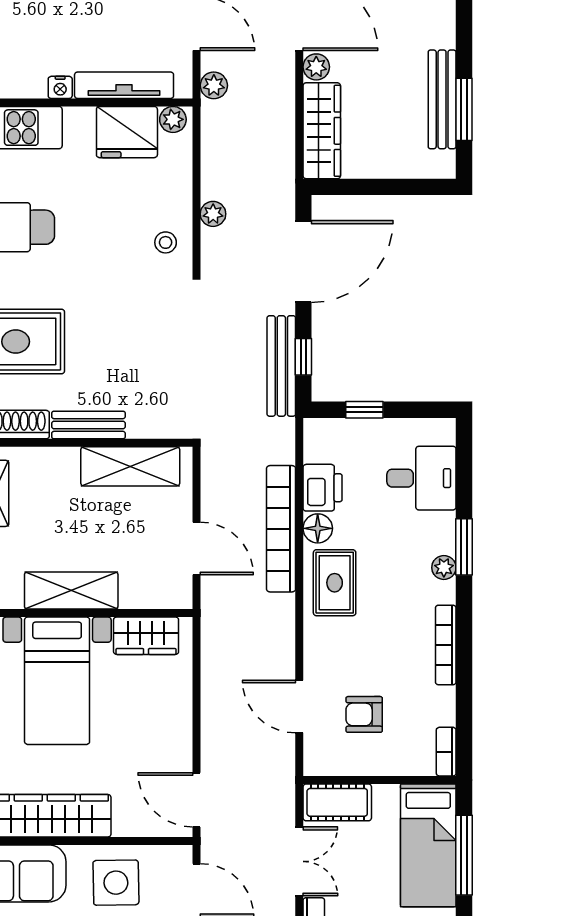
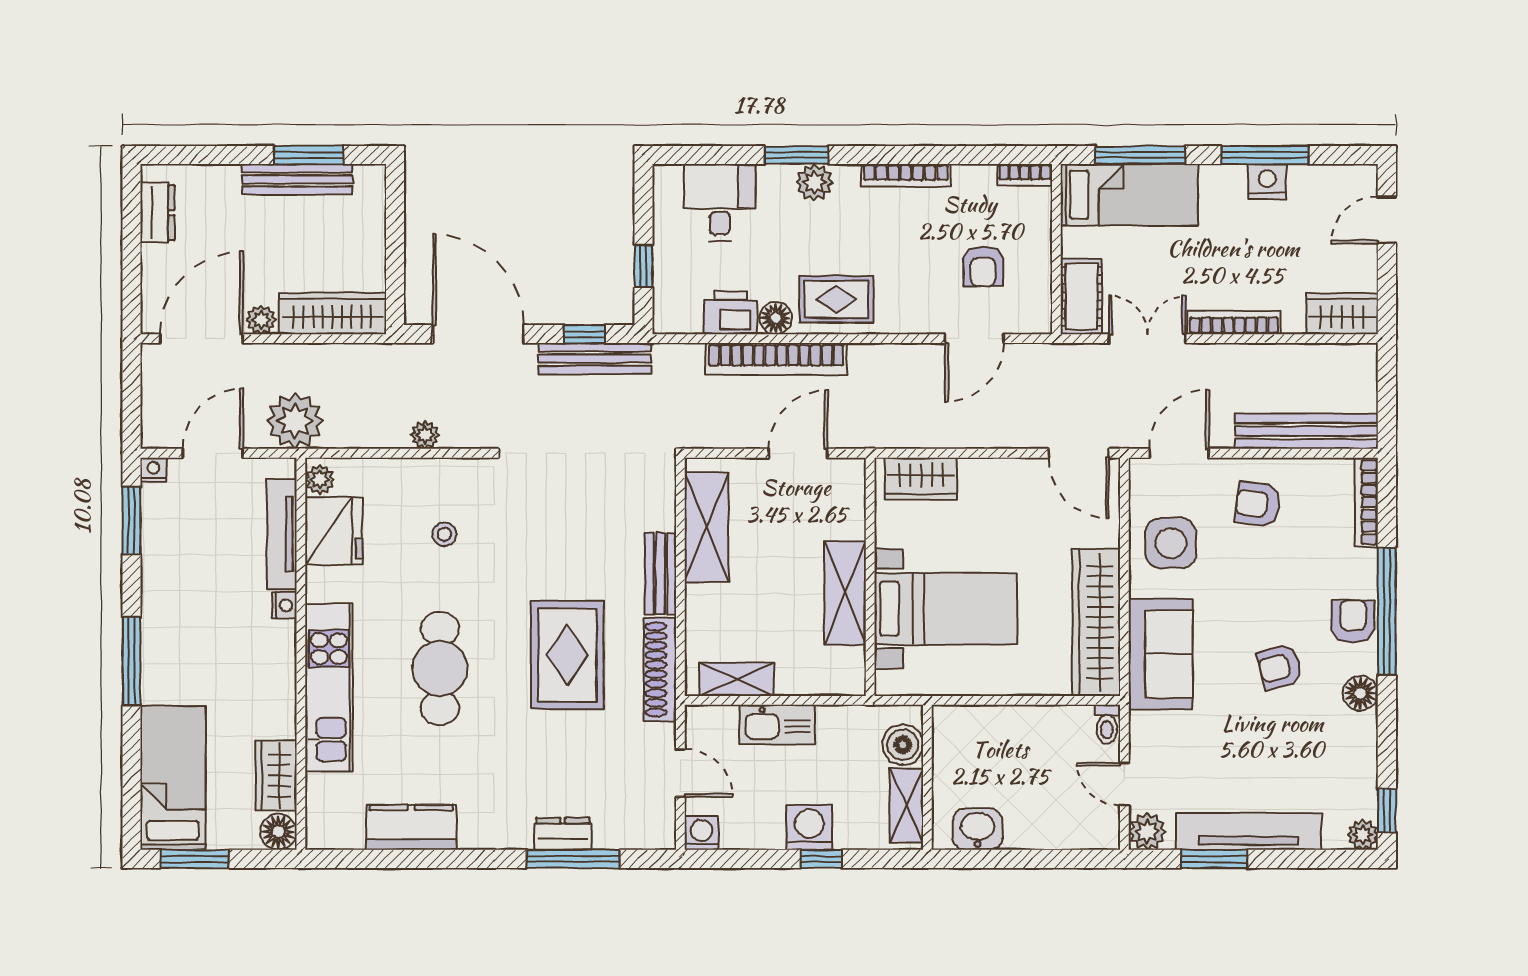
plant: (214, 85) -> (295, 421), width x1.87, depth x1.87
stool: (166, 242) -> (444, 534), moved
plant: (444, 568) -> (814, 182), width x1.38, depth x1.38
wardrobe: (146, 636) -> (921, 479), moved, turned 90
door: (197, 800) -> (1079, 453), hinge flipped

